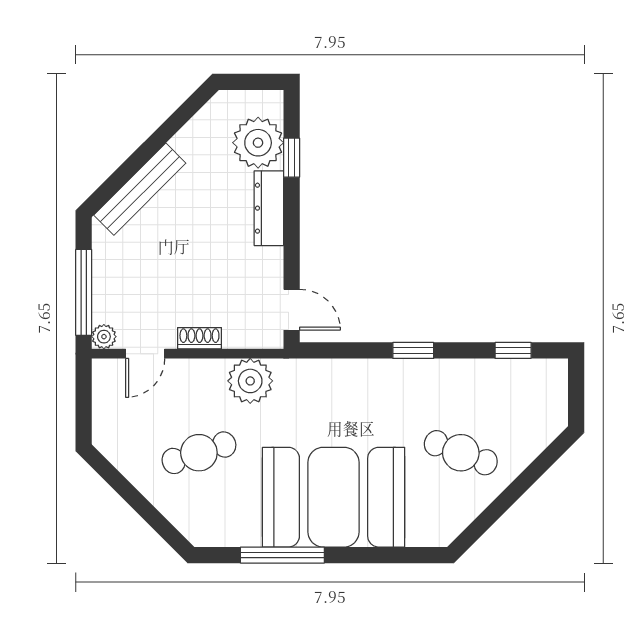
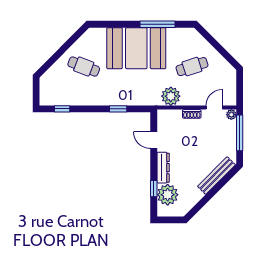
door: (292, 310) -> (154, 140), moved
window: (413, 350) -> (118, 109), moved

